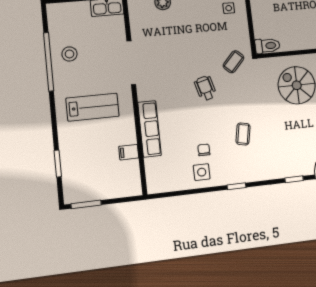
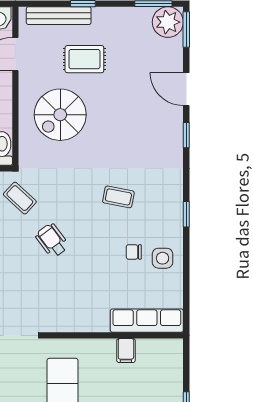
wheelchair: (205, 88) -> (52, 240), turned 68
row of seats: (149, 129) -> (147, 321), moved

